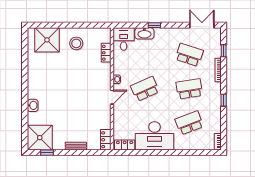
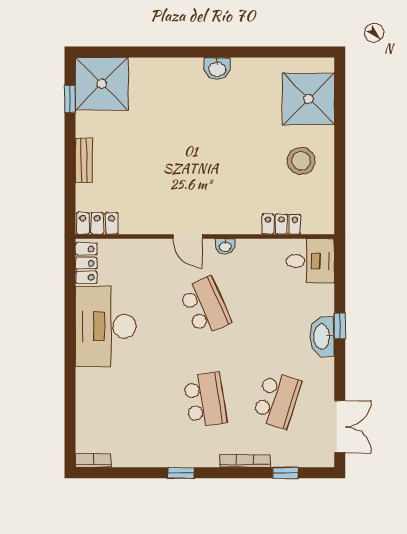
washbasin: (144, 33) -> (322, 337), moved
washbasin: (33, 105) -> (217, 69), moved
school desk: (189, 123) -> (133, 400), removed

